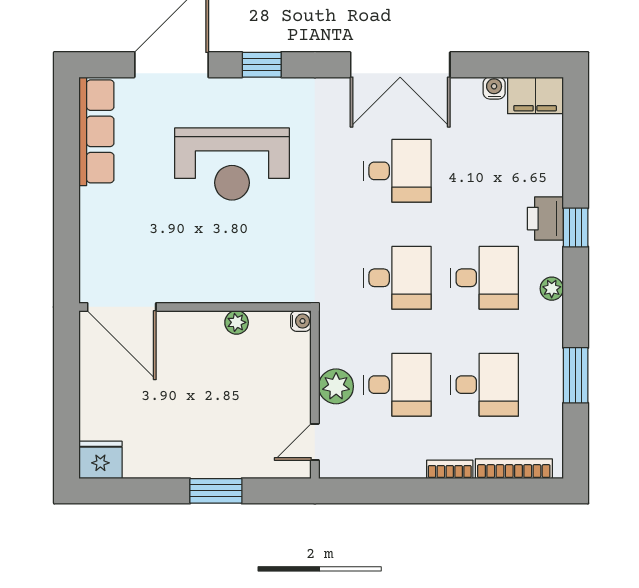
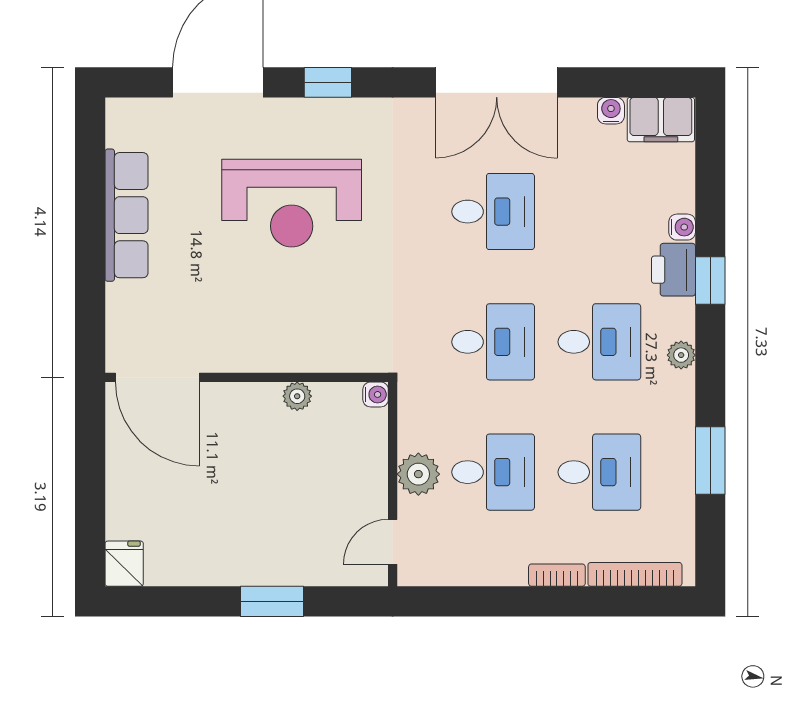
row of seats: (96, 131) -> (126, 215), moved
water cooler: (553, 184) -> (682, 227), added
fridge: (100, 460) -> (124, 564), width x0.72

